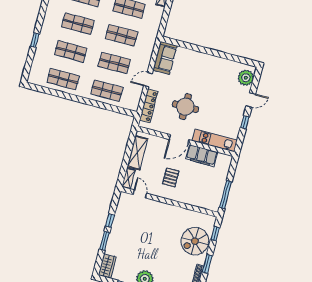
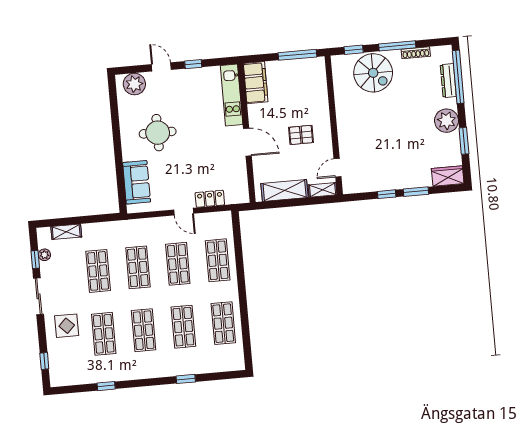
sofa: (165, 58) -> (137, 182), moved, turned 90
locker: (149, 106) -> (210, 199), width x0.66
round table: (185, 107) -> (158, 133), moved
filing cabinet: (202, 156) -> (256, 83), moved
window: (207, 264) -> (397, 46), width x1.44

